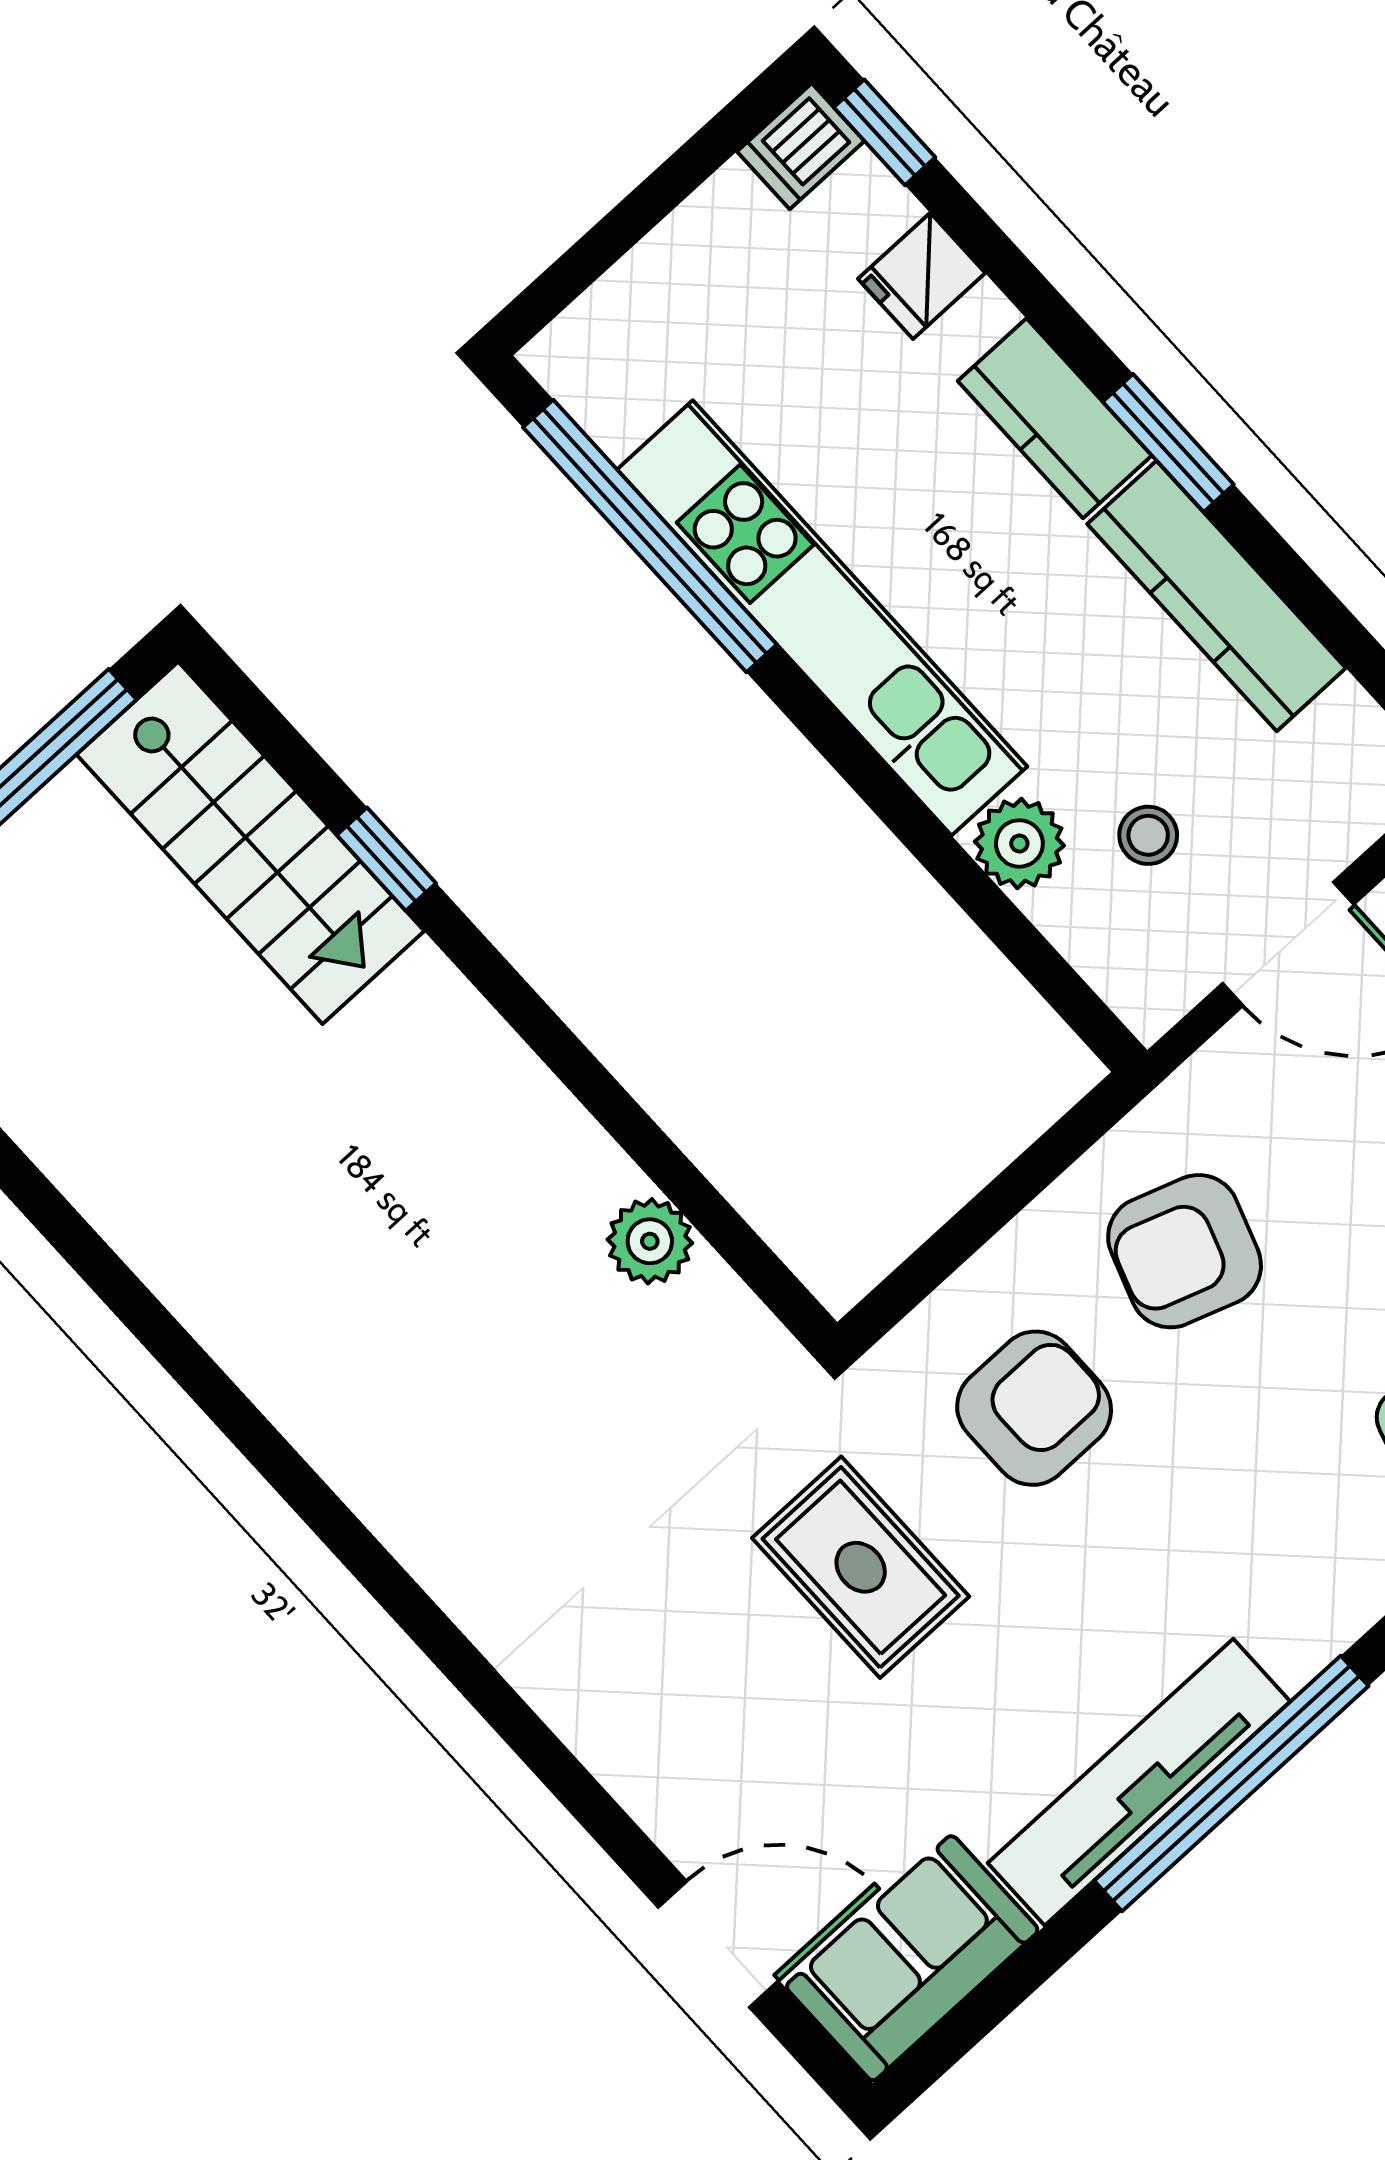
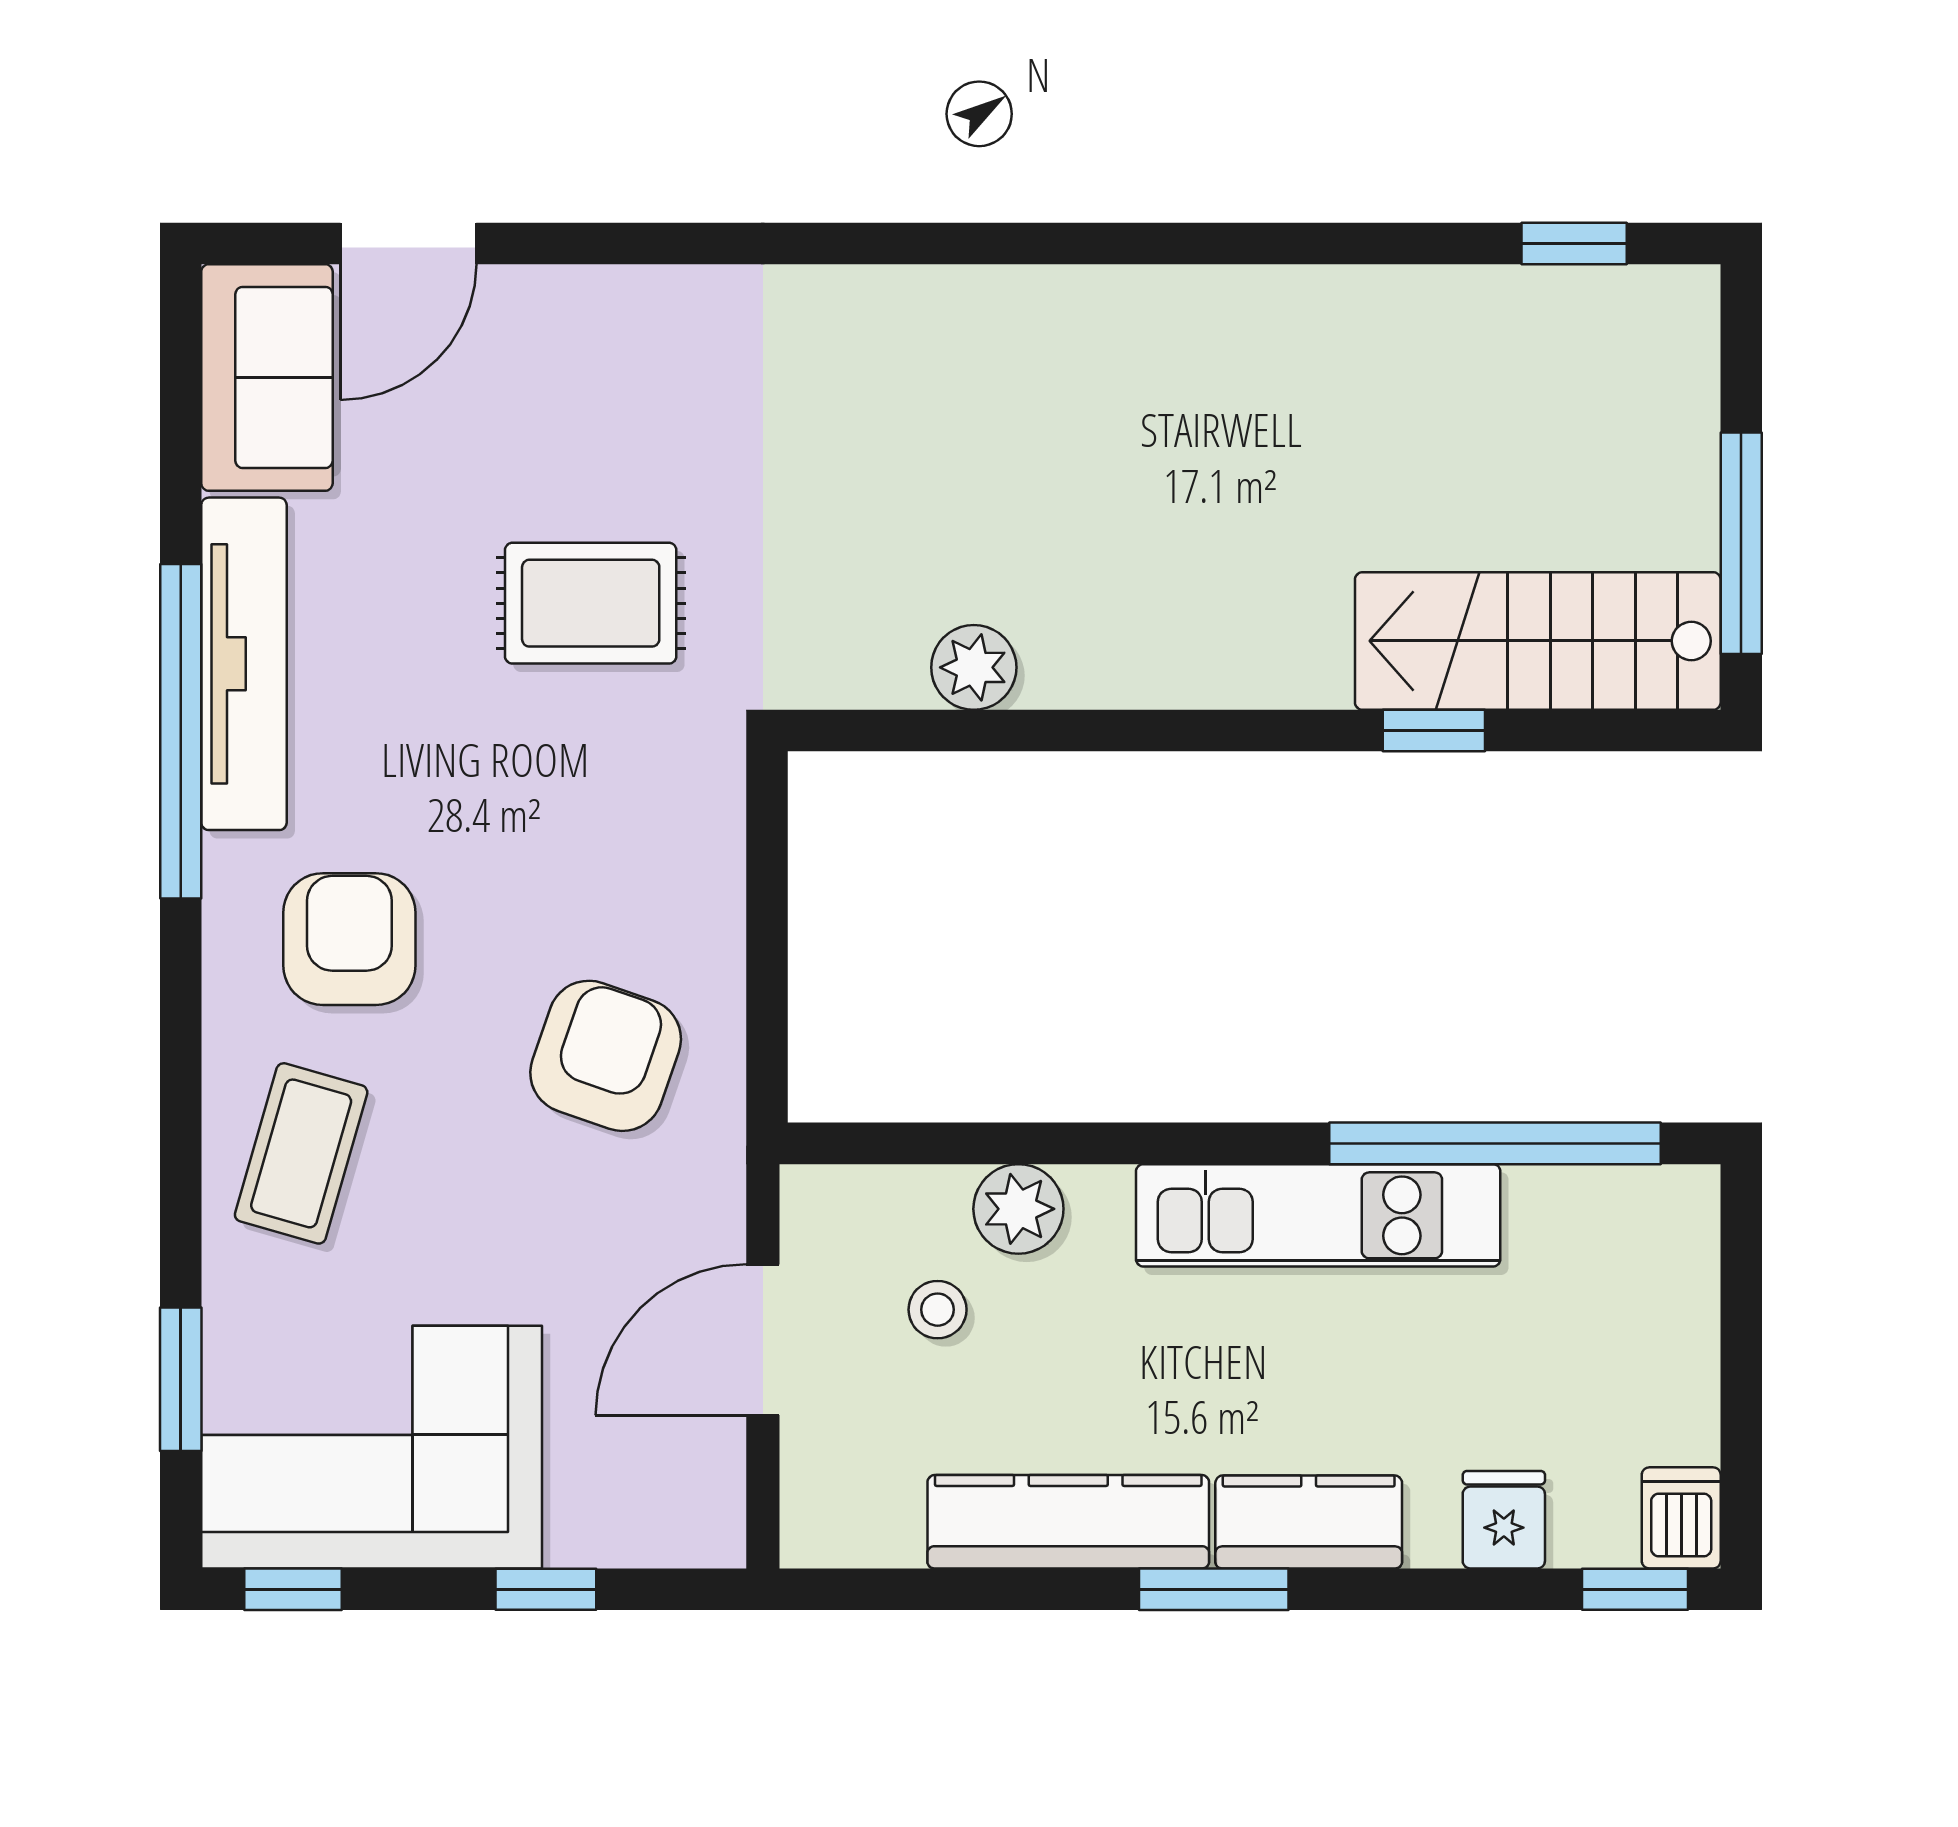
kitchen unit: (822, 618) -> (1318, 1215), width x0.73
armchair: (1034, 1408) -> (349, 939), moved, turned 180

